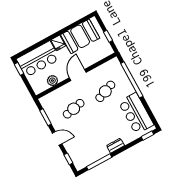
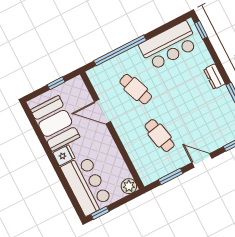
door: (78, 75) -> (102, 112), moved
plant: (52, 81) -> (129, 186), moved
door: (57, 138) -> (202, 160), hinge flipped

